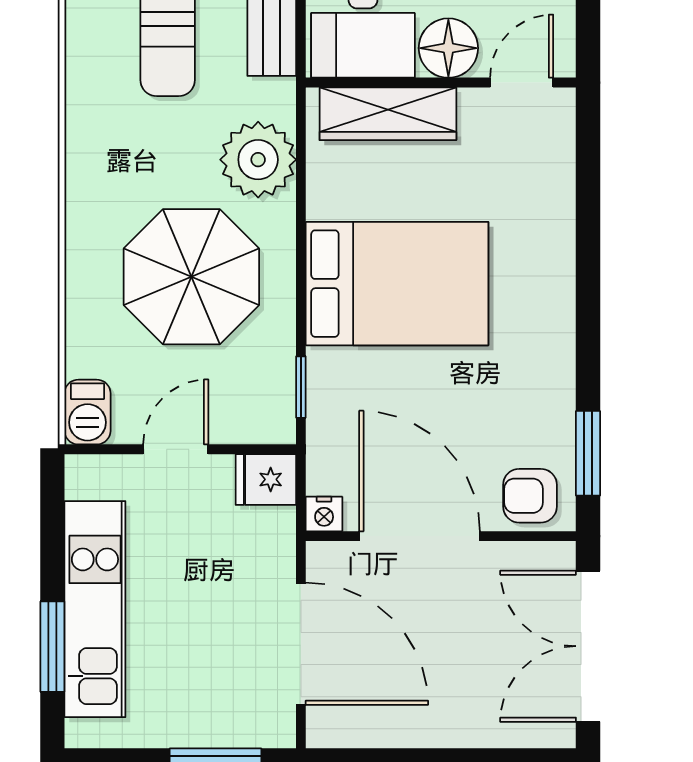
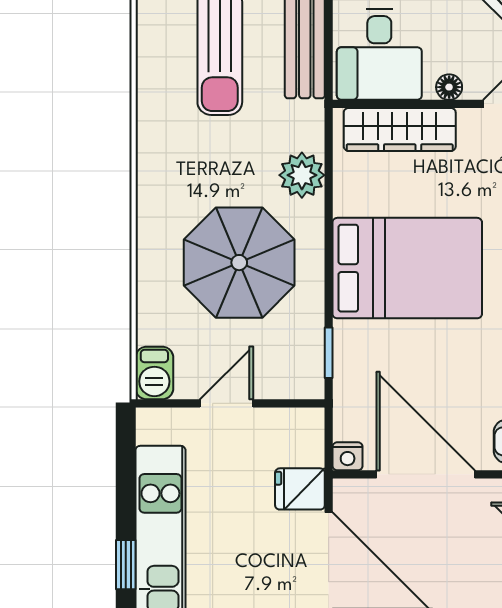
floor lamp: (448, 48) -> (449, 87), width x0.53, depth x0.53
plant: (258, 160) -> (302, 175), width x0.73, depth x0.73
fridge: (266, 479) -> (300, 489), moved
window: (52, 647) -> (126, 565), width x0.67

